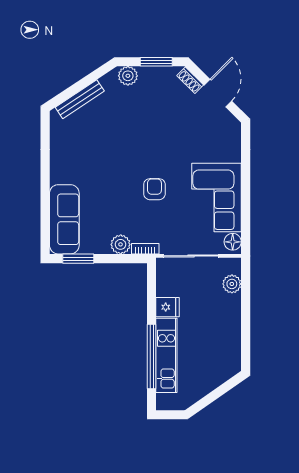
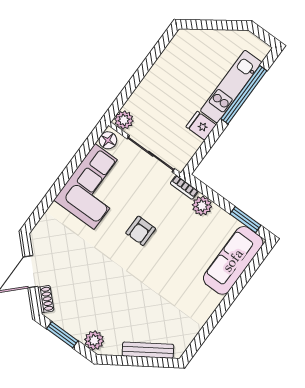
plant: (232, 284) -> (124, 120), moved

